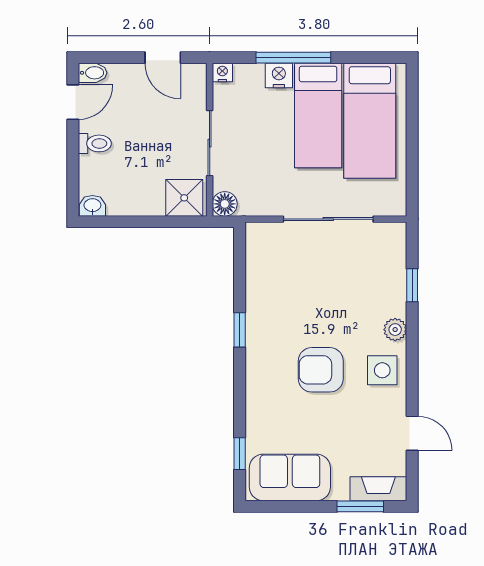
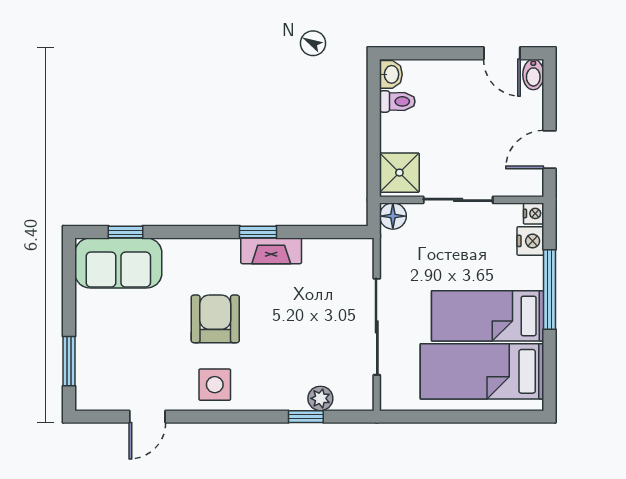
nightstand: (279, 75) -> (530, 241), moved
toilet: (95, 143) -> (397, 101), moved, turned -90
plant: (395, 330) -> (320, 398), moved
sofa: (290, 477) -> (118, 263), moved, turned 90
fireplace: (378, 489) -> (271, 251), moved, turned 90

